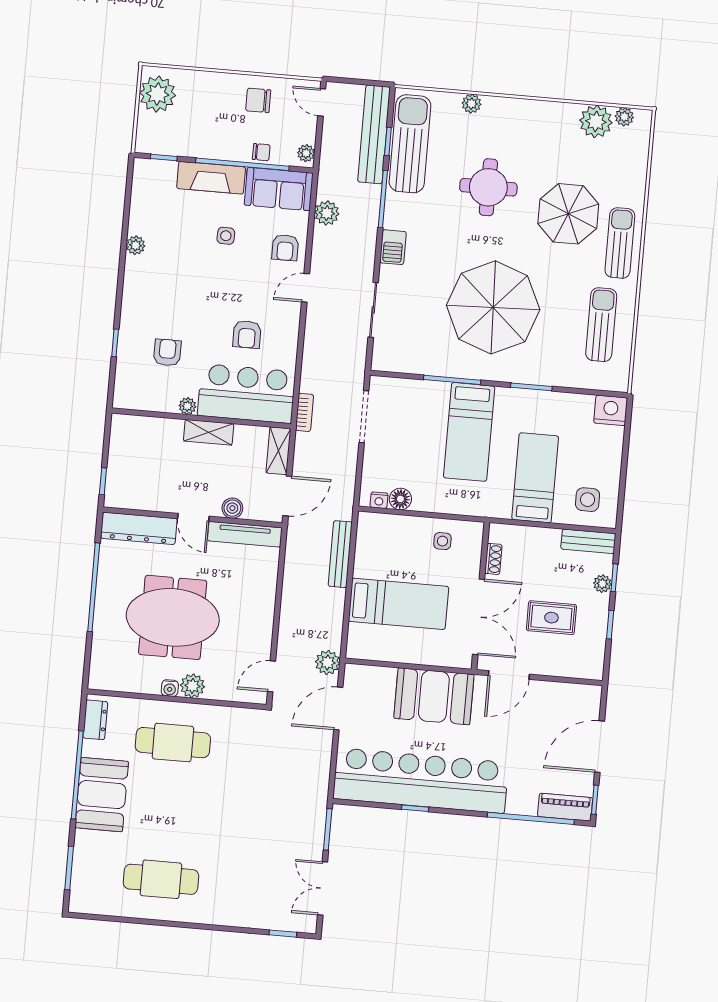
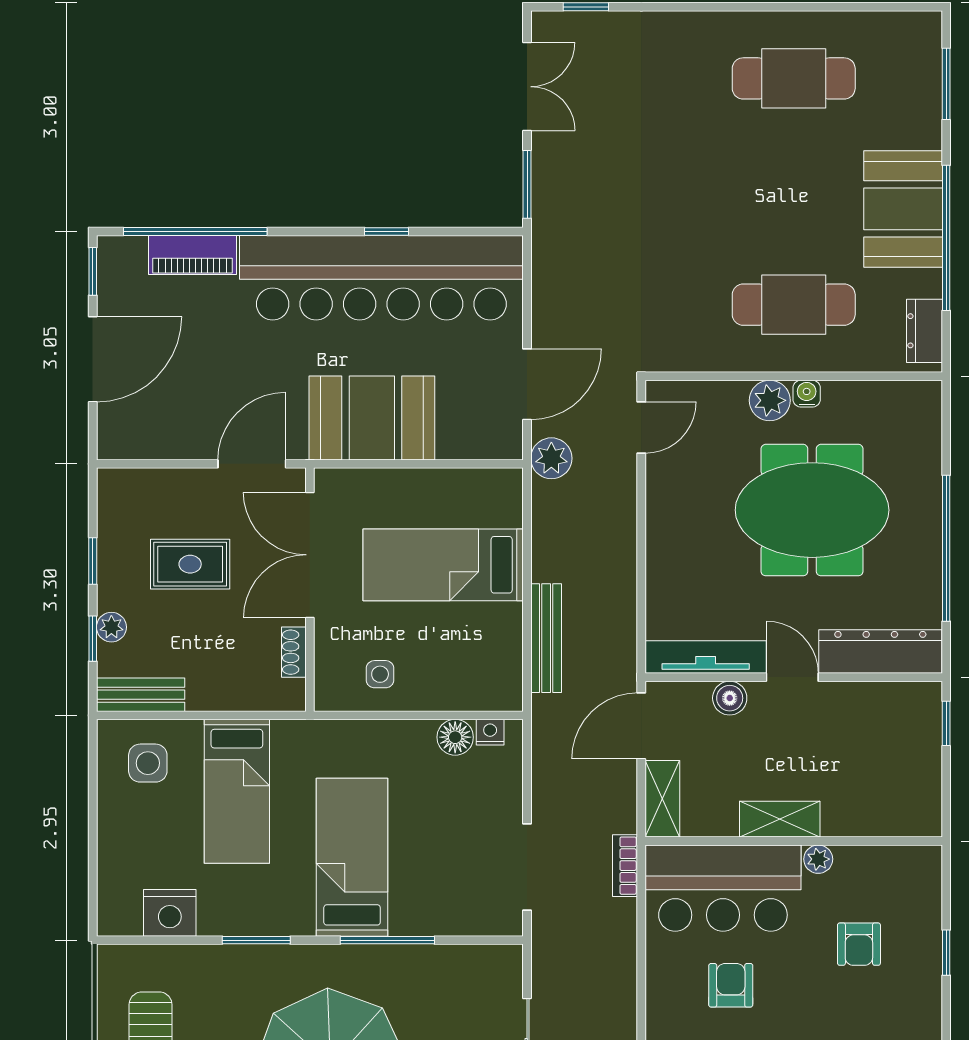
nightstand: (611, 410) -> (170, 913), moved
piano: (565, 807) -> (193, 255), moved

